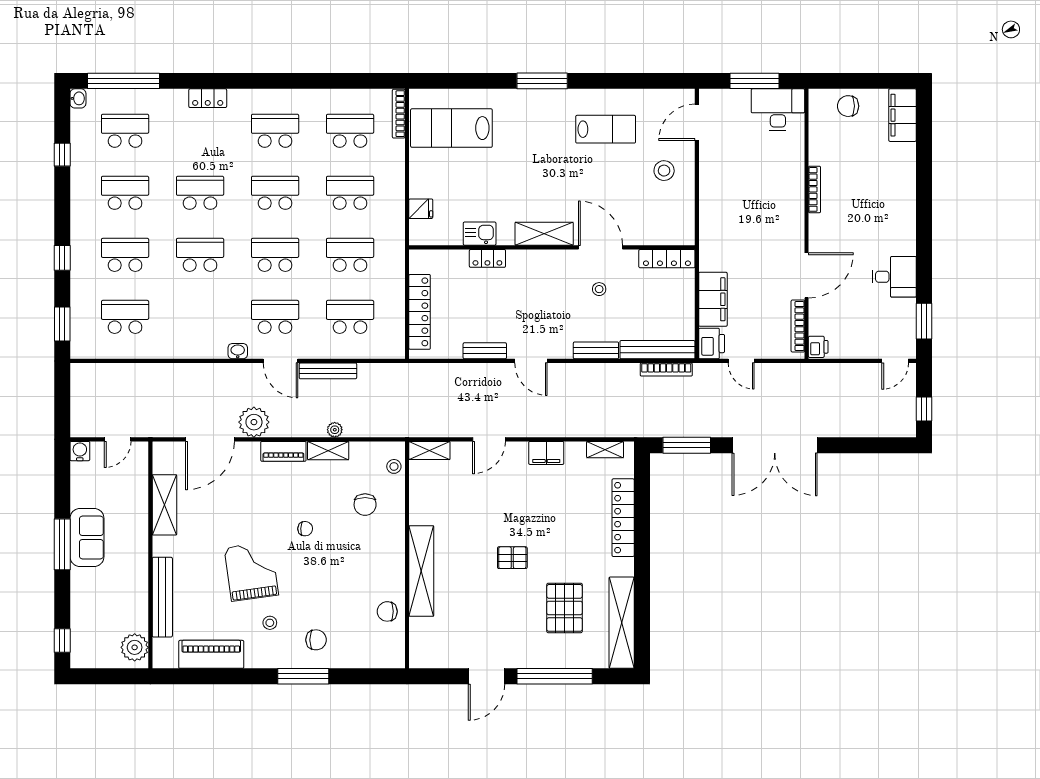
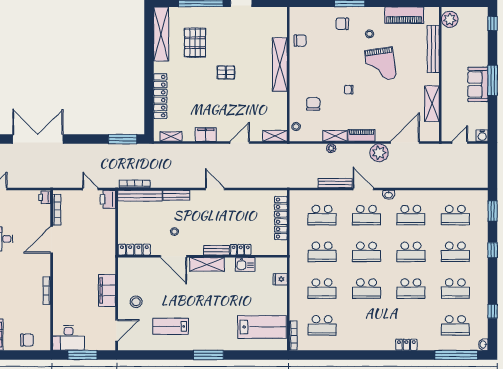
school desk: (275, 131) -> (411, 215), moved
filing cabinet: (713, 299) -> (107, 291), moved
bench: (485, 351) -> (216, 250), moved
double door: (775, 445) -> (38, 139), moved

